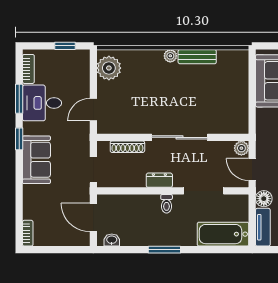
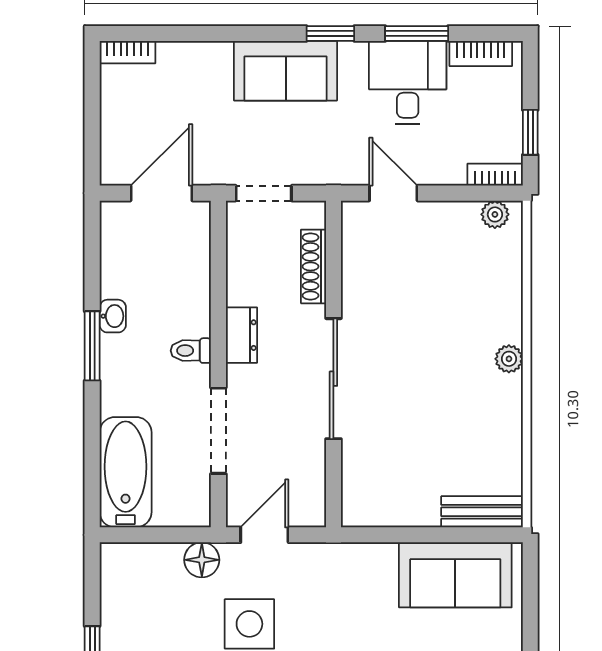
bench: (197, 57) -> (482, 512), moved, turned 90
bookcase: (85, 62) -> (495, 175), added
plant: (109, 68) -> (495, 214), width x0.53, depth x0.53
plant: (241, 148) -> (310, 512), removed
tv unit: (263, 227) -> (140, 558), removed
washbasin: (112, 240) -> (113, 316), moved

